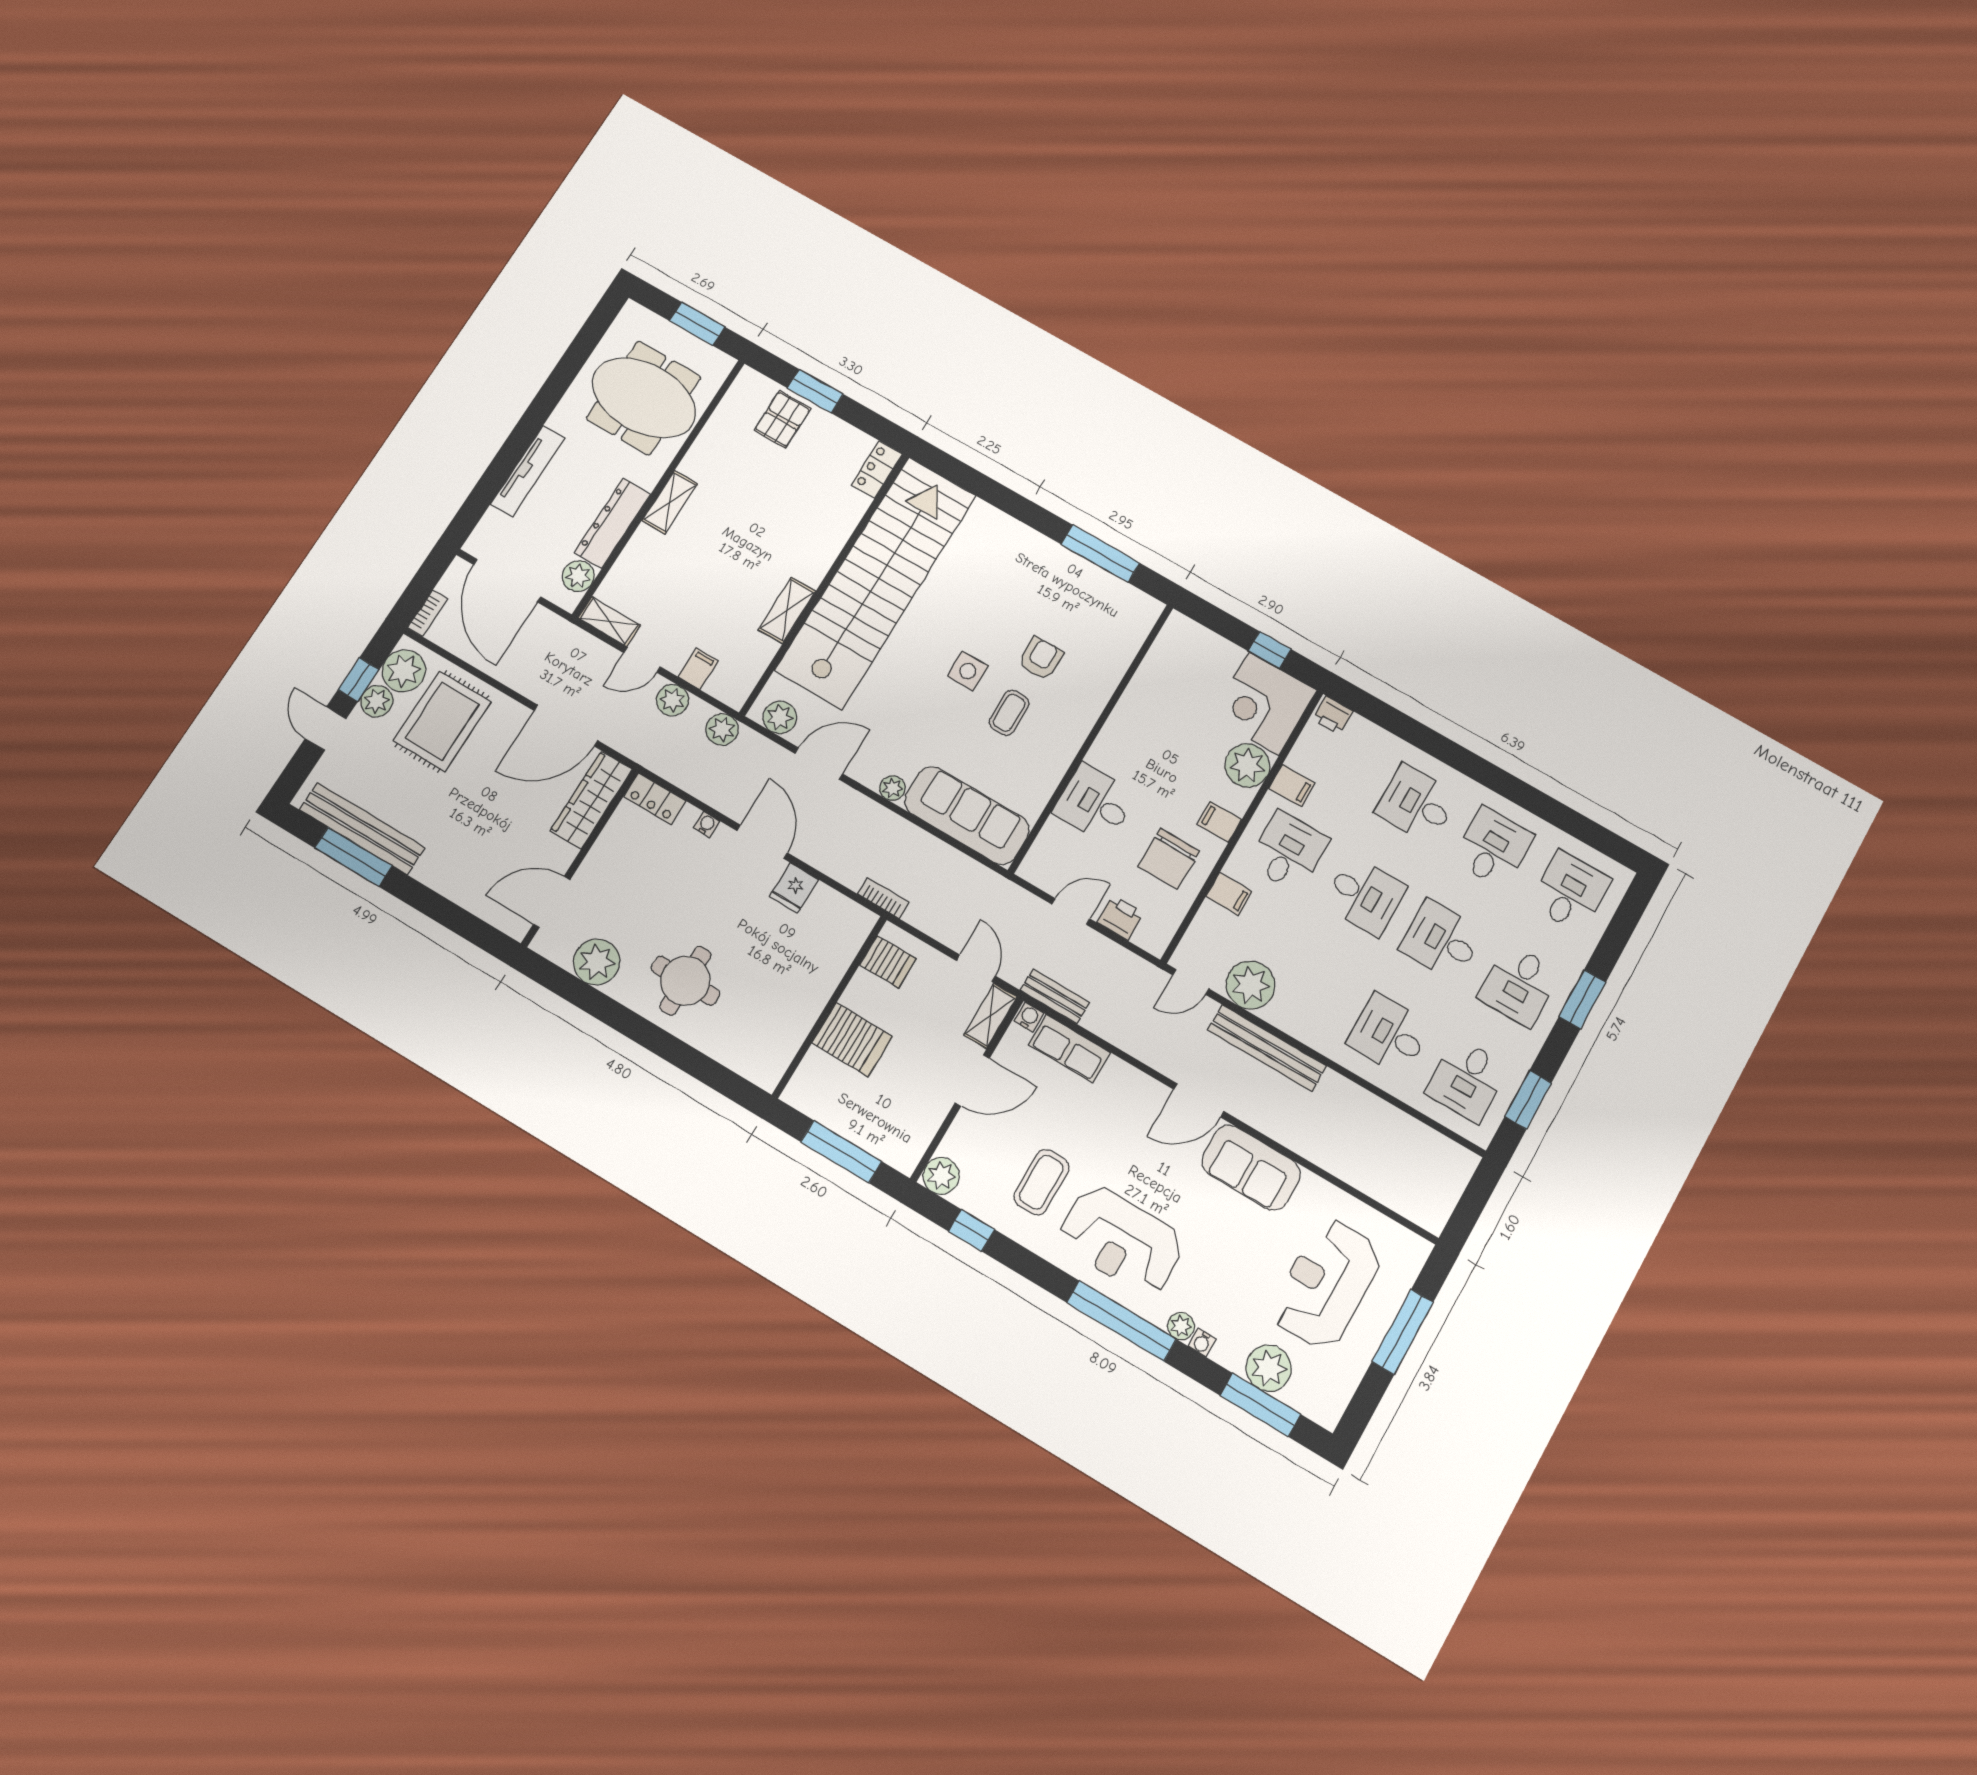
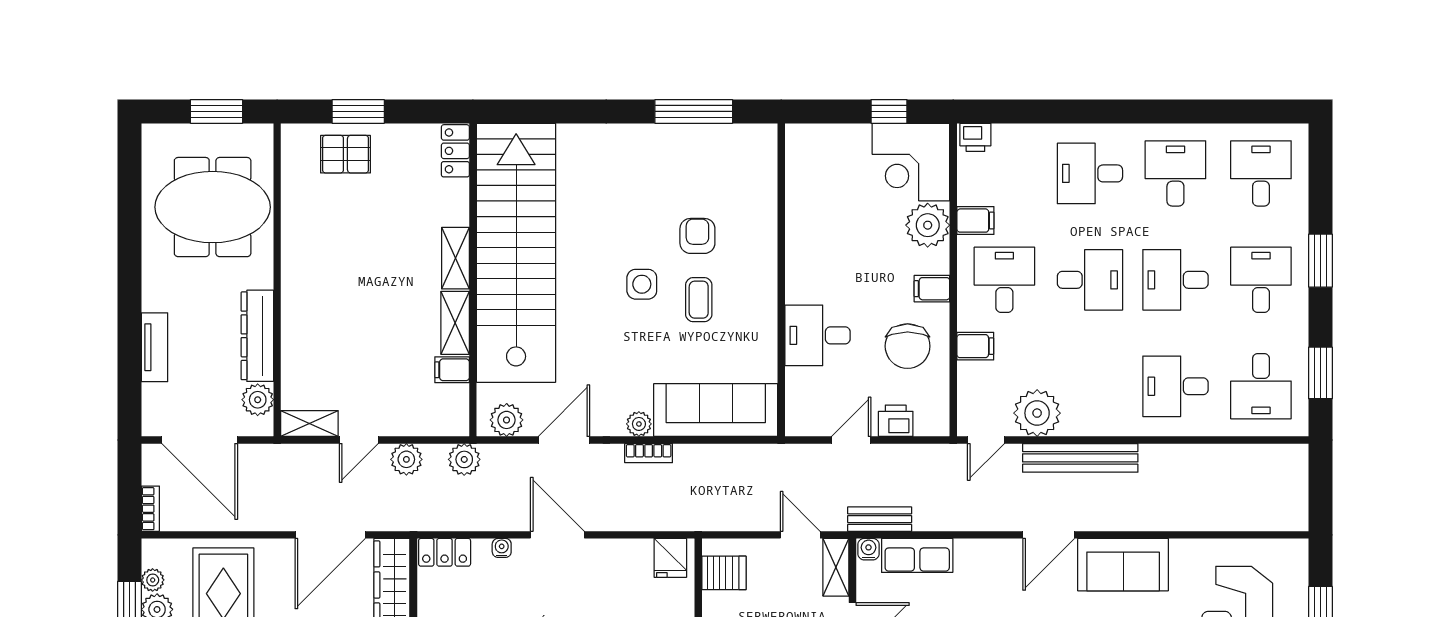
pallet: (783, 419) -> (345, 154), turned 90
tv unit: (528, 471) -> (154, 347), width x0.71
shelving: (670, 502) -> (455, 258), moved
filing cabinet: (698, 669) -> (452, 370), moved, turned -90
plant: (404, 671) -> (153, 580), width x0.53, depth x0.53
fridge: (794, 888) -> (670, 558), moved
bookcase: (883, 898) -> (649, 453), moved, turned 180
desk: (1519, 985) -> (1261, 280), turned 180

